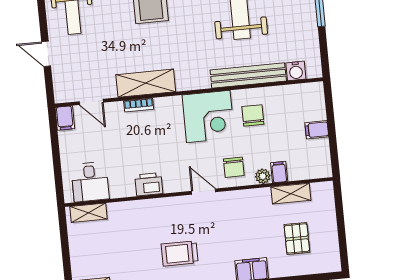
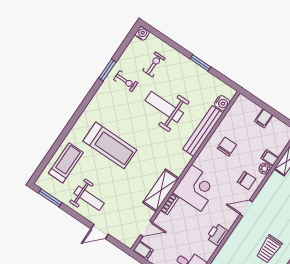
chair: (253, 115) -> (227, 147), turned 90
corner desk: (208, 116) -> (196, 188), moved

